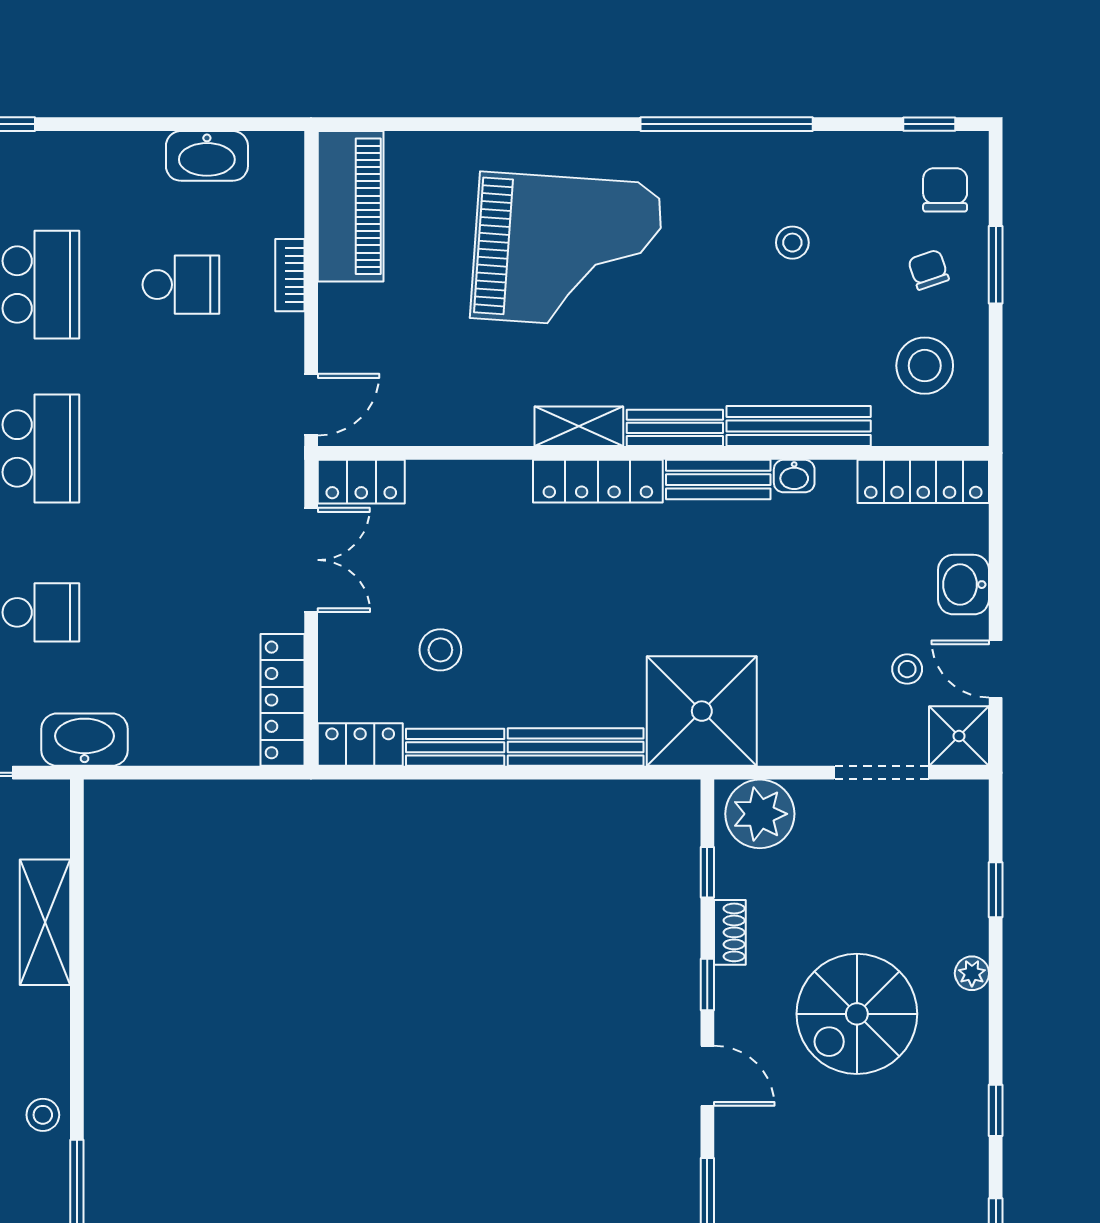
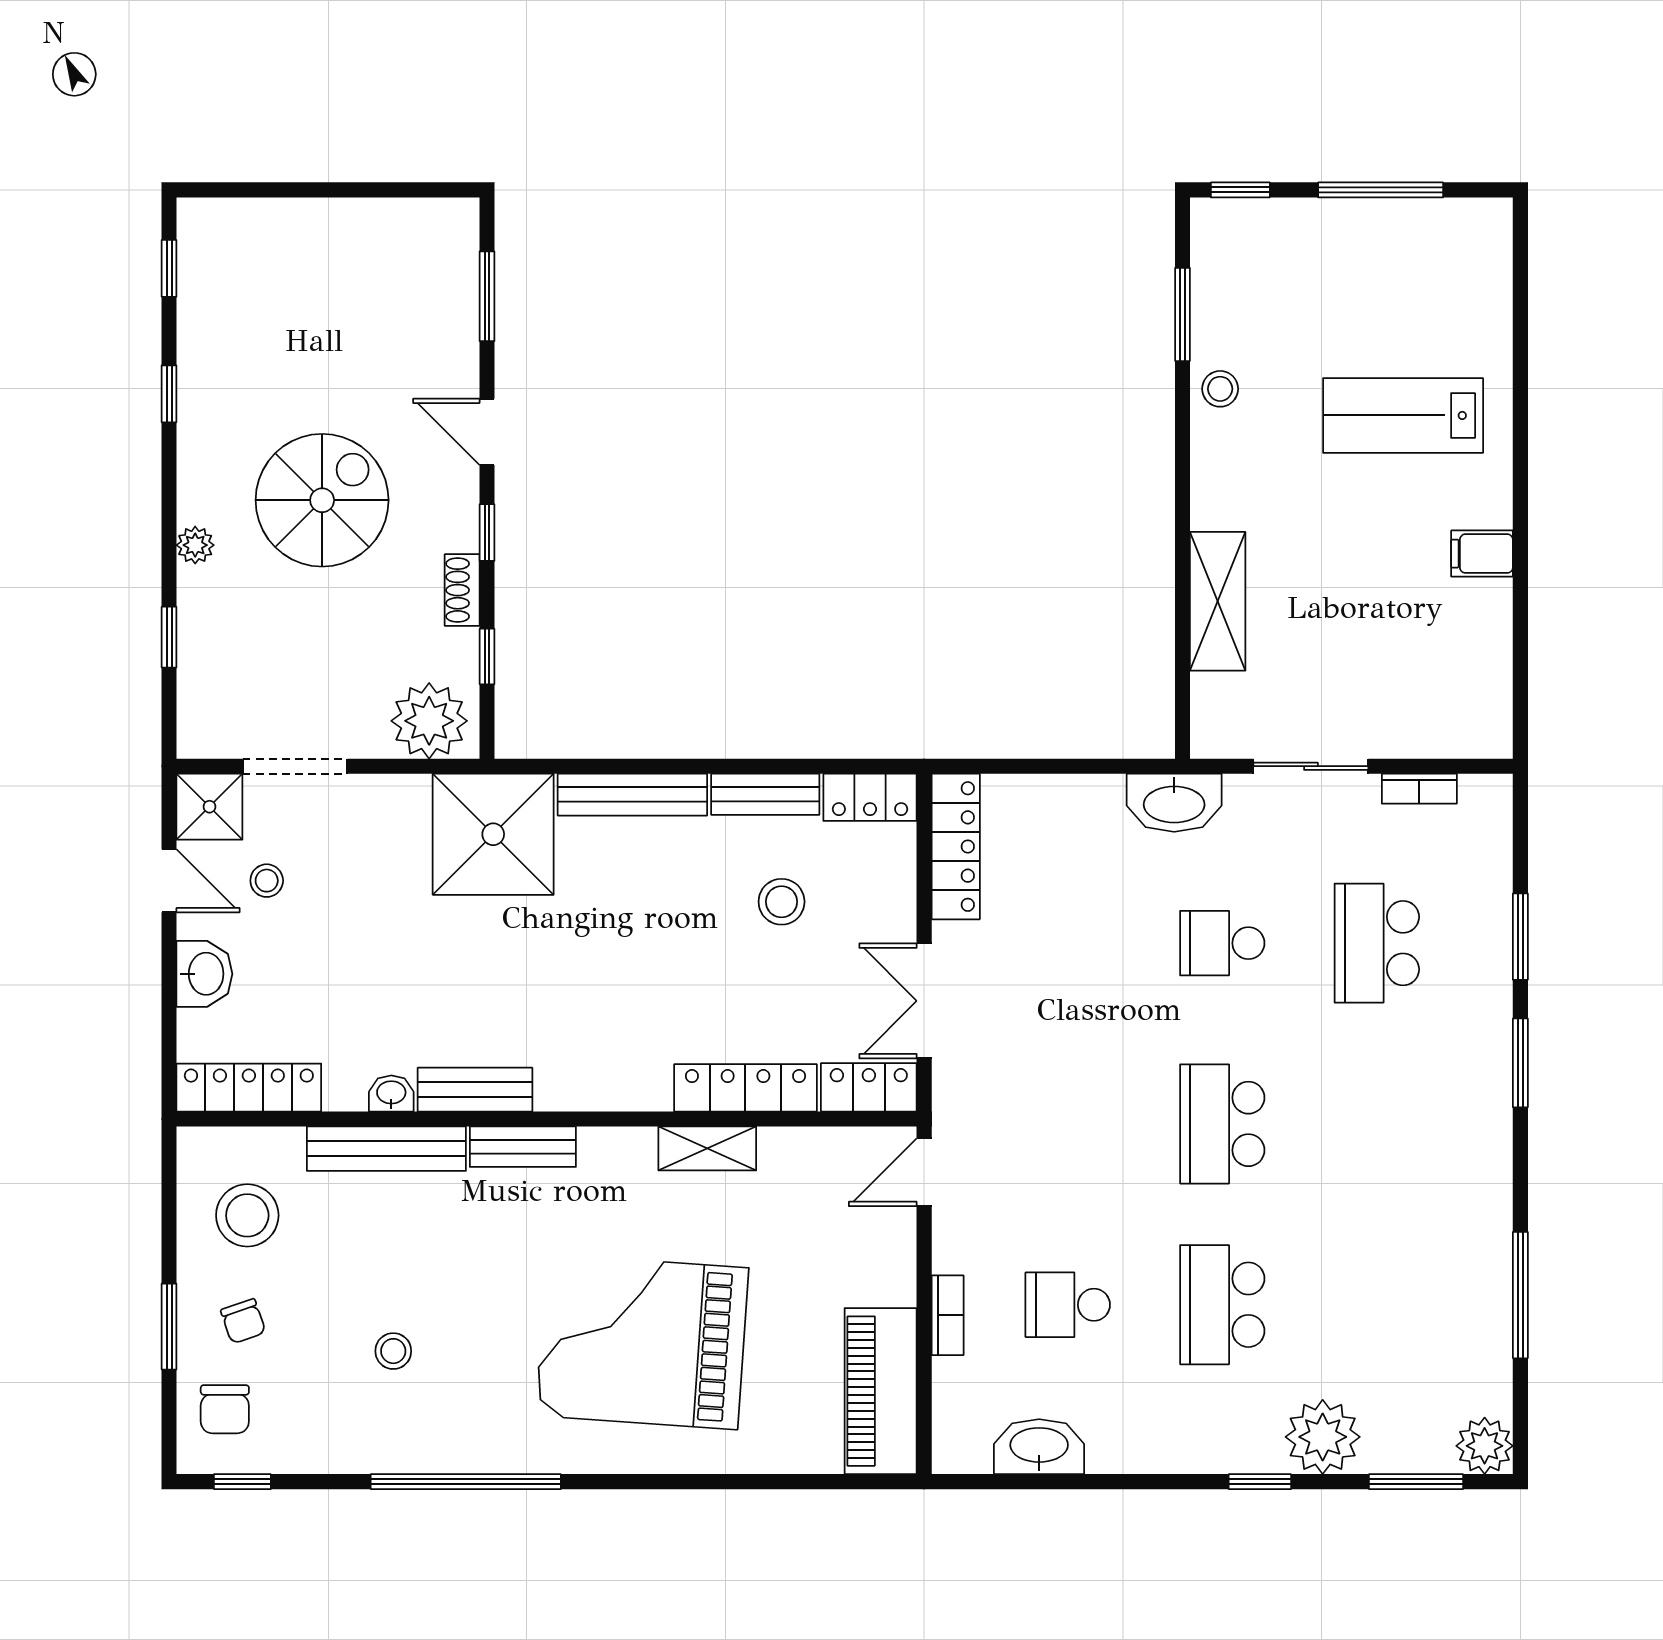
shelving: (579, 426) -> (707, 1148), moved
locker: (598, 481) -> (745, 1088), moved

